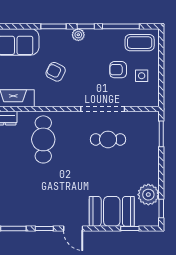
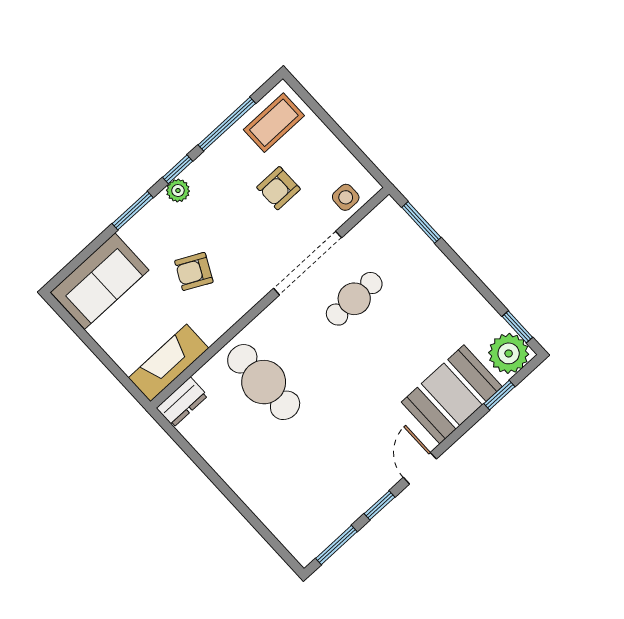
side table: (142, 76) -> (346, 197), moved
plant: (148, 195) -> (509, 353), moved
door: (73, 229) -> (420, 468), swing flipped

